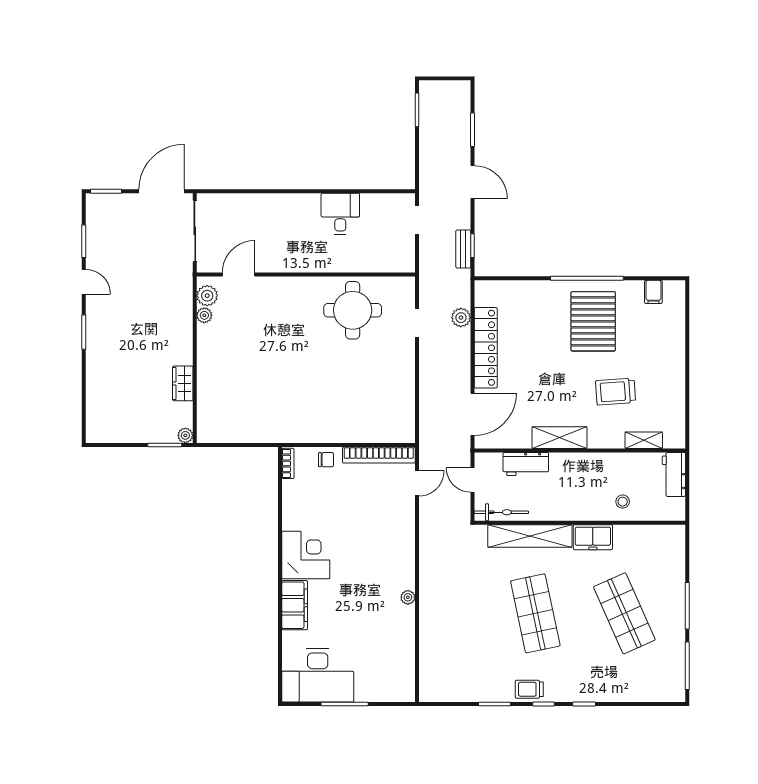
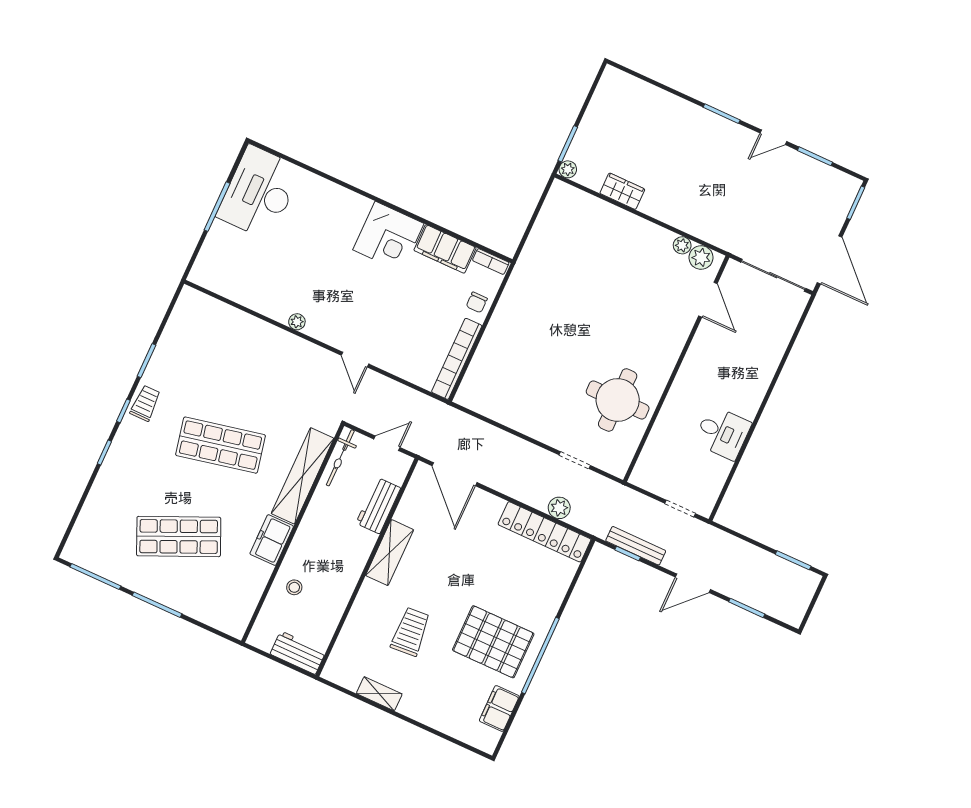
bench: (463, 249) -> (636, 546), width x1.36
filing cabinet: (653, 292) -> (499, 709), width x2.00
locker: (486, 348) -> (545, 532), moved
shelving: (644, 440) -> (379, 694), moved, turned 90
door: (417, 483) -> (355, 360), moved
filing cabinet: (295, 605) -> (445, 249), moved

